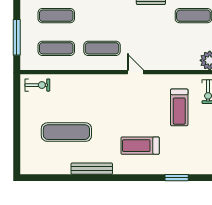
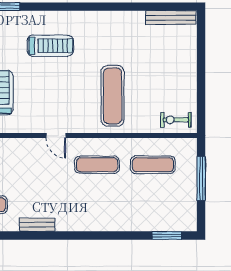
exercise mat: (56, 16) -> (153, 205), removed
exercise mat: (66, 132) -> (113, 96), moved, turned 90
bench: (92, 169) -> (171, 18), moved

